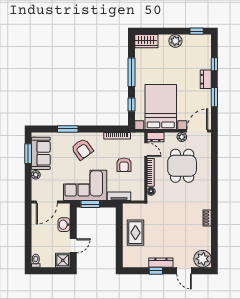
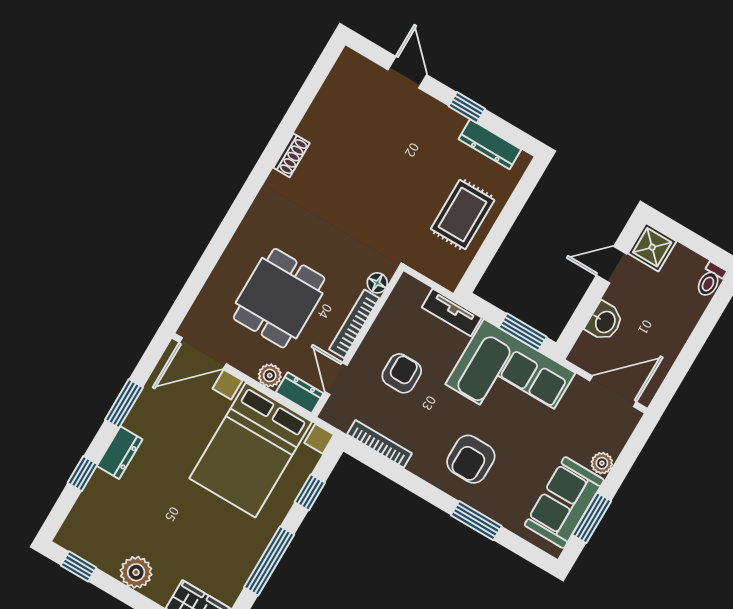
plant: (182, 137) -> (270, 375), moved
armchair: (82, 149) -> (471, 459), turned -144
plant: (202, 259) -> (353, 74), removed
dresser: (161, 263) -> (490, 144), moved

